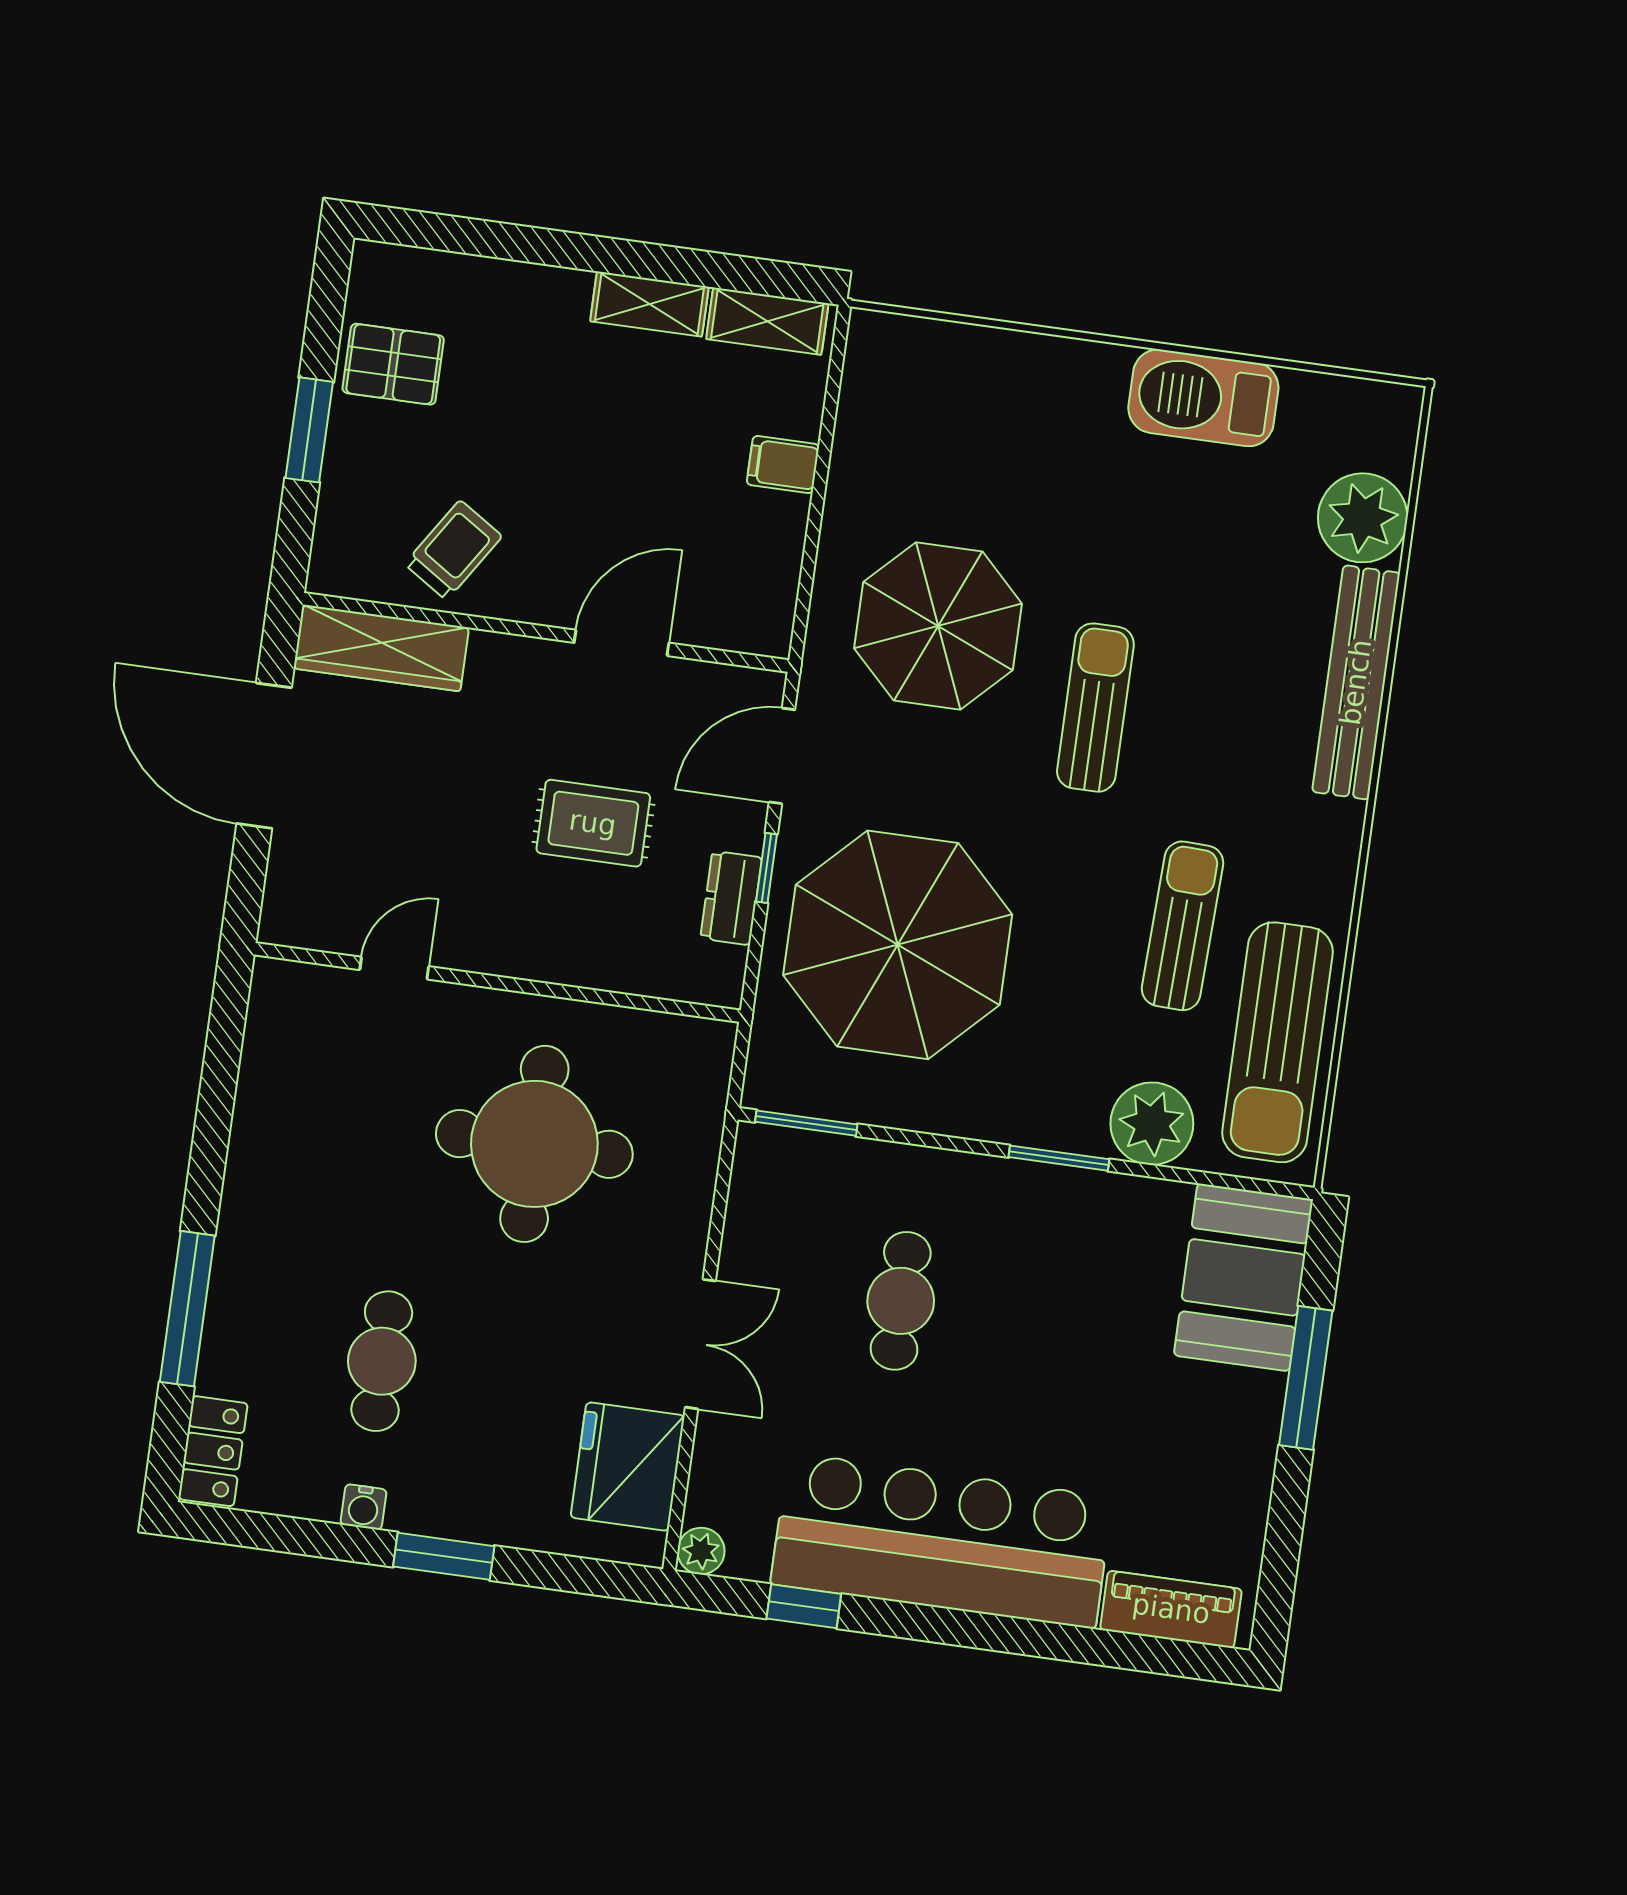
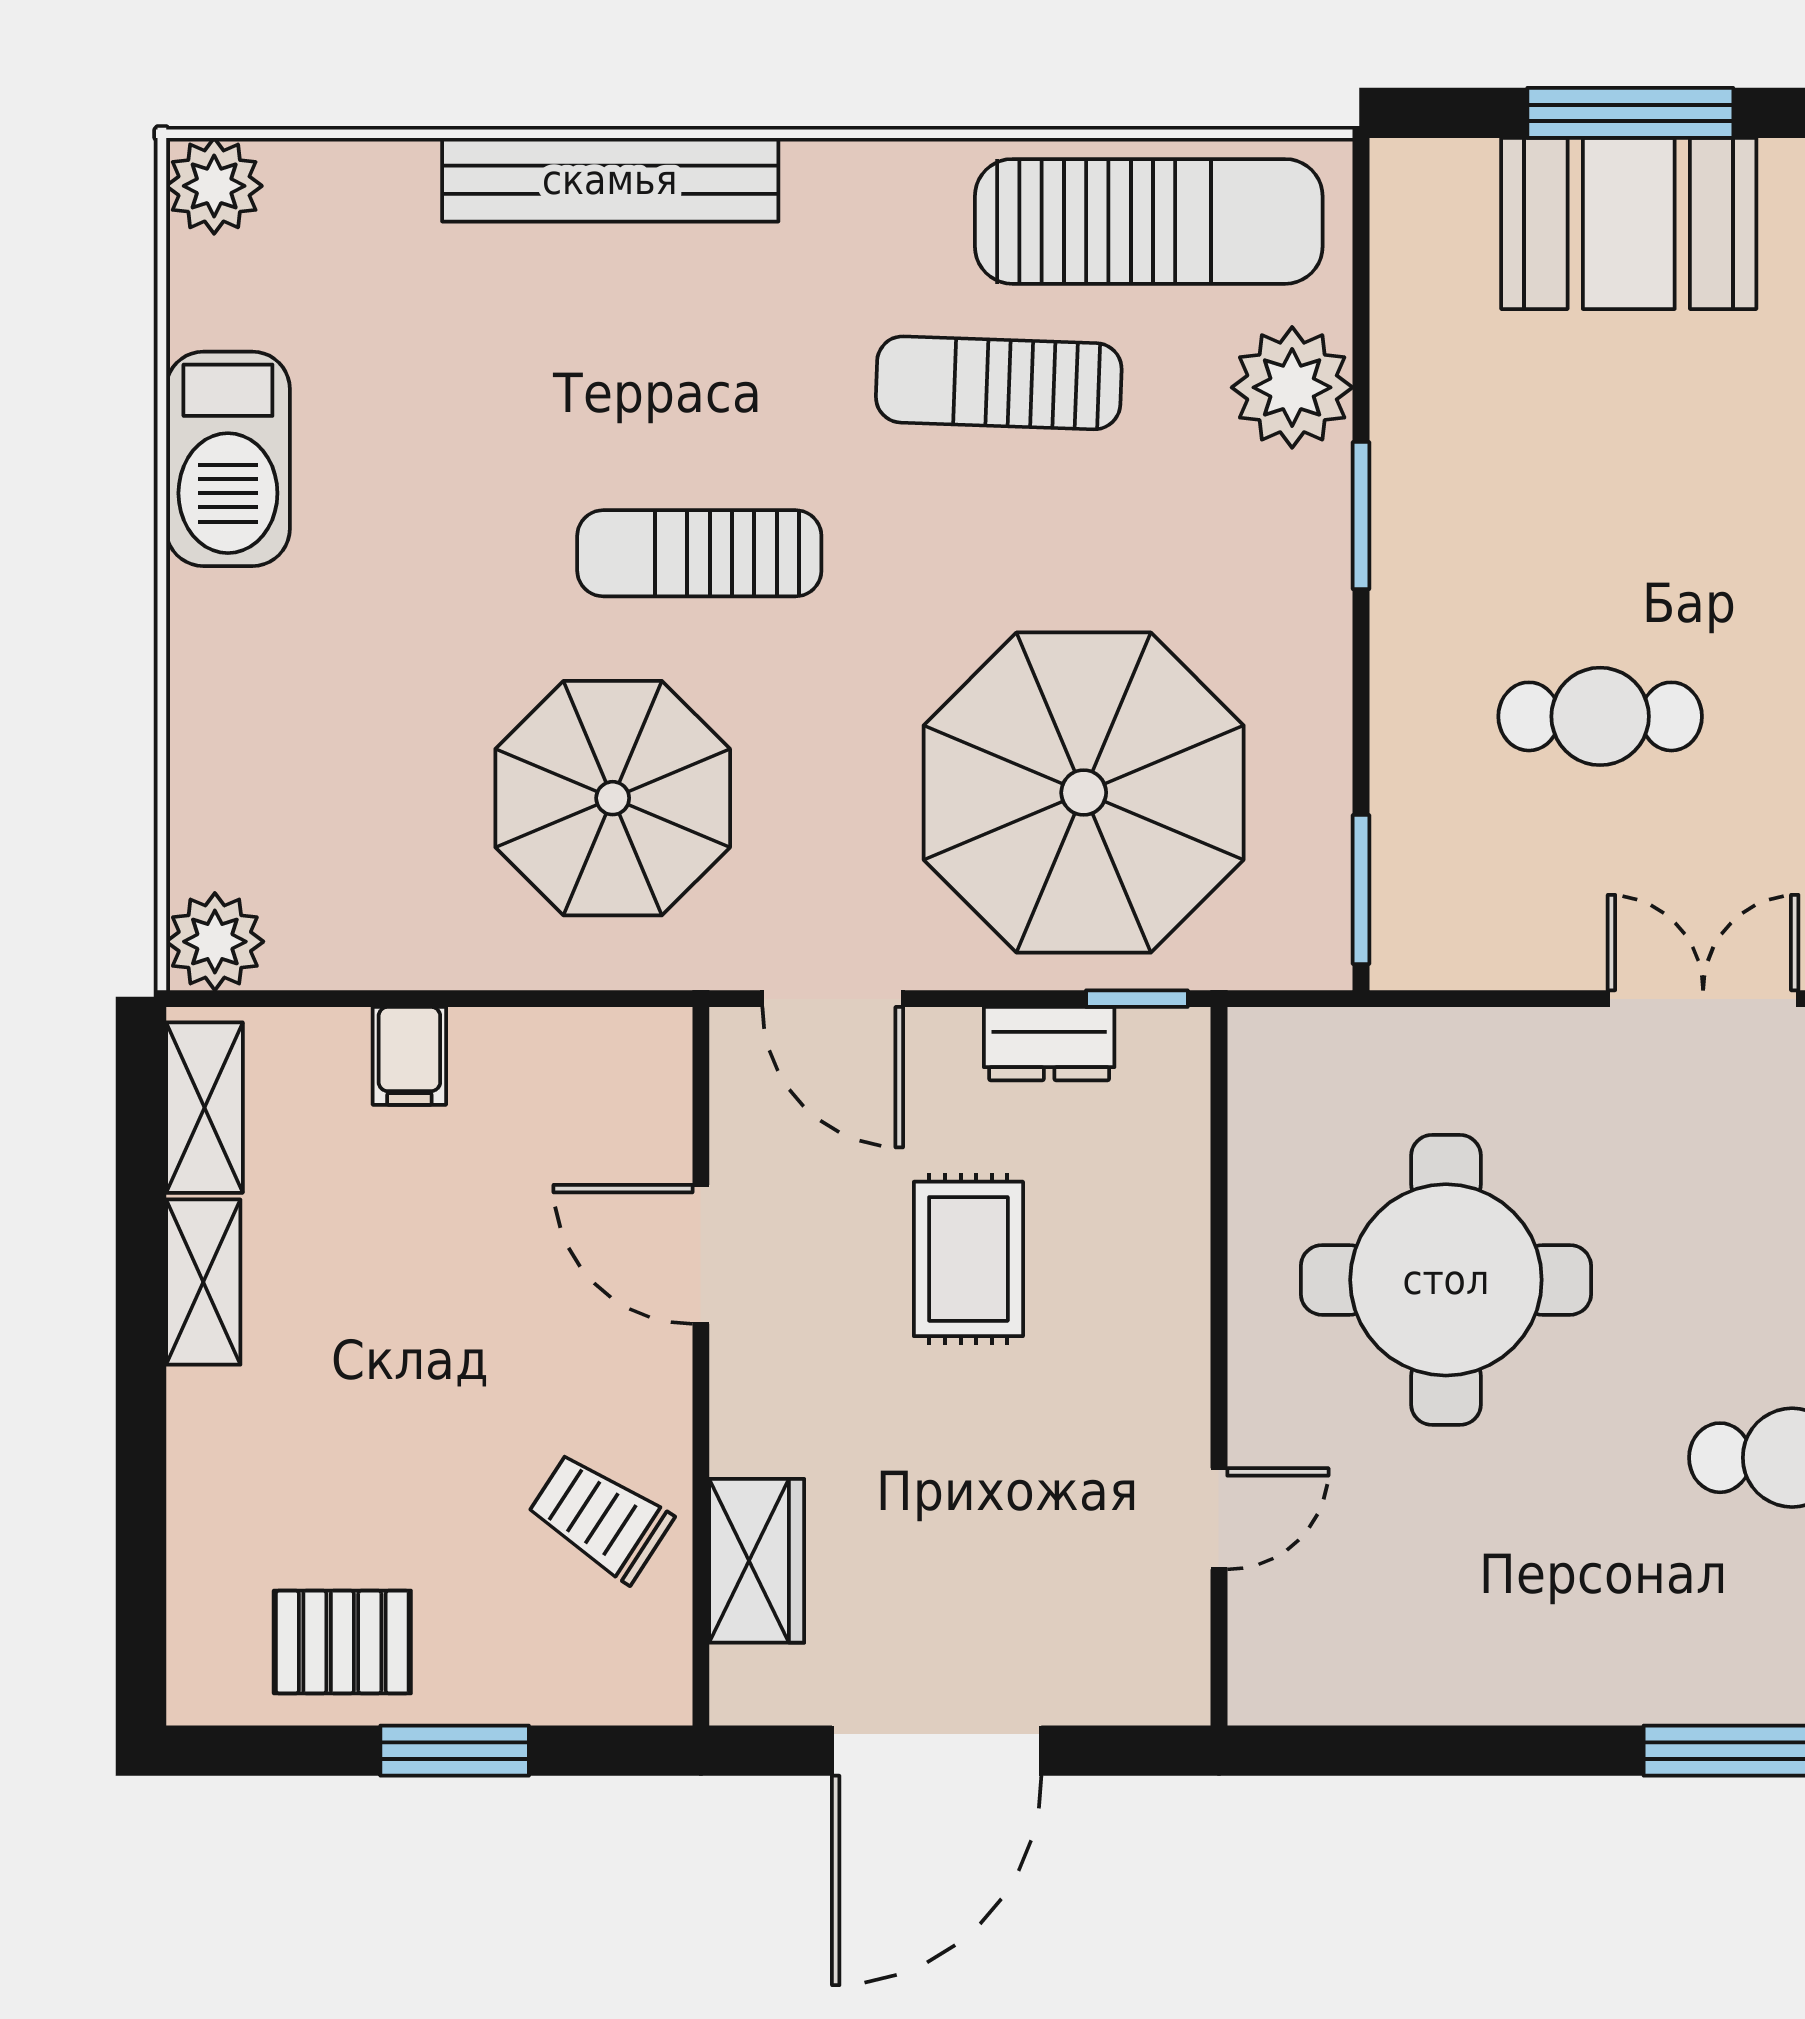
plant: (878, 344) -> (215, 942), added
pallet: (393, 364) -> (342, 1642), turned 90
plant: (1363, 518) -> (214, 186), moved, width x0.73, depth x0.73
wardrobe: (382, 648) -> (757, 1561), width x0.67
window: (766, 868) -> (1137, 999), moved
door: (394, 968) -> (1219, 1519), swing flipped
booth: (1243, 1277) -> (1629, 224), moved

